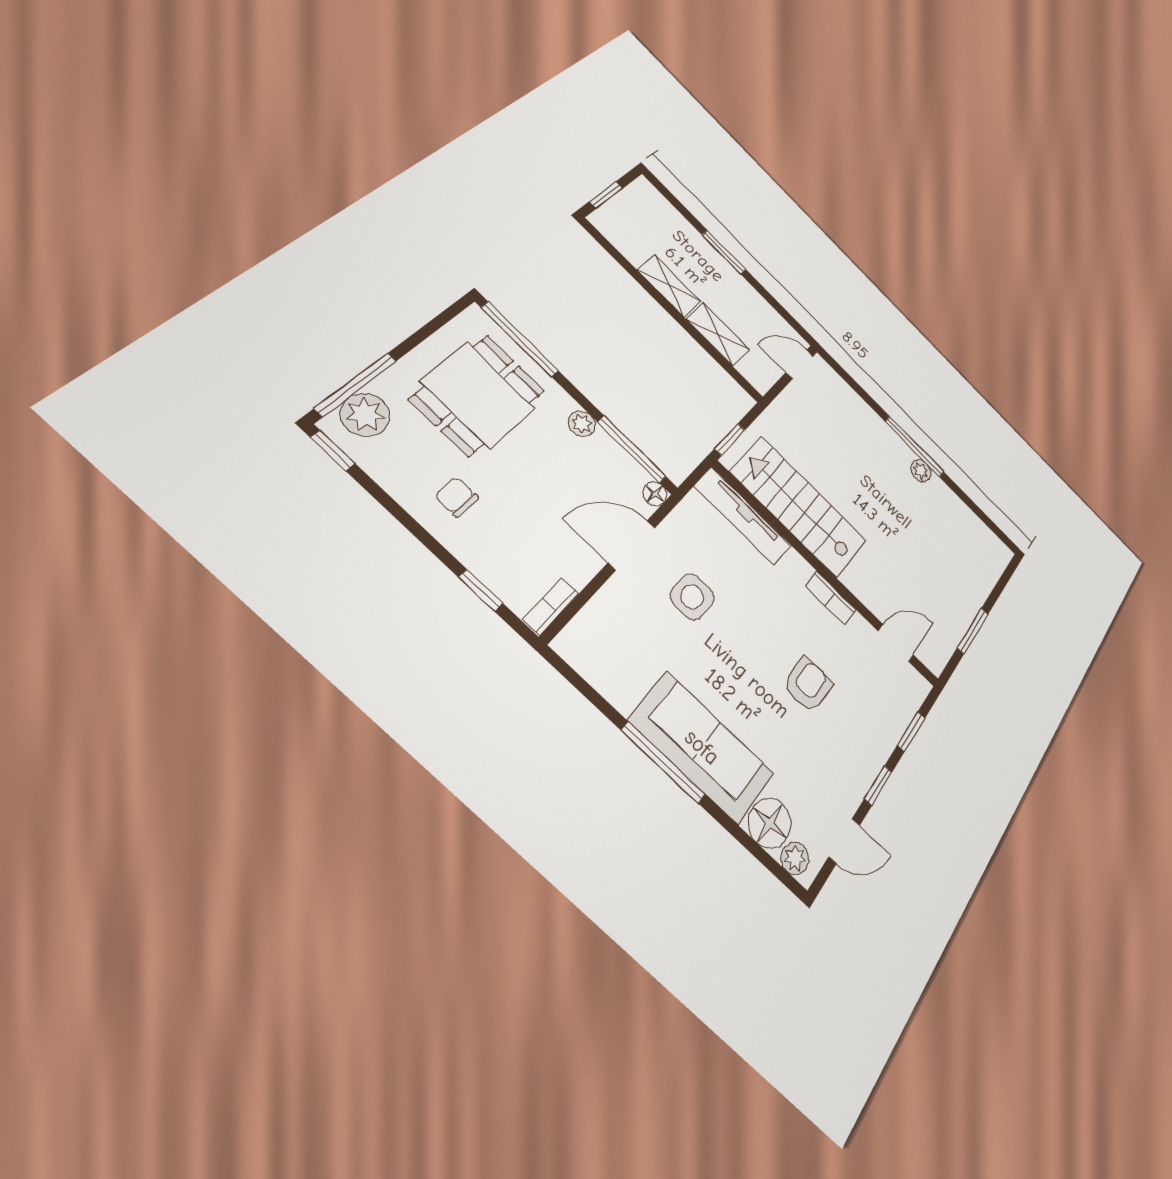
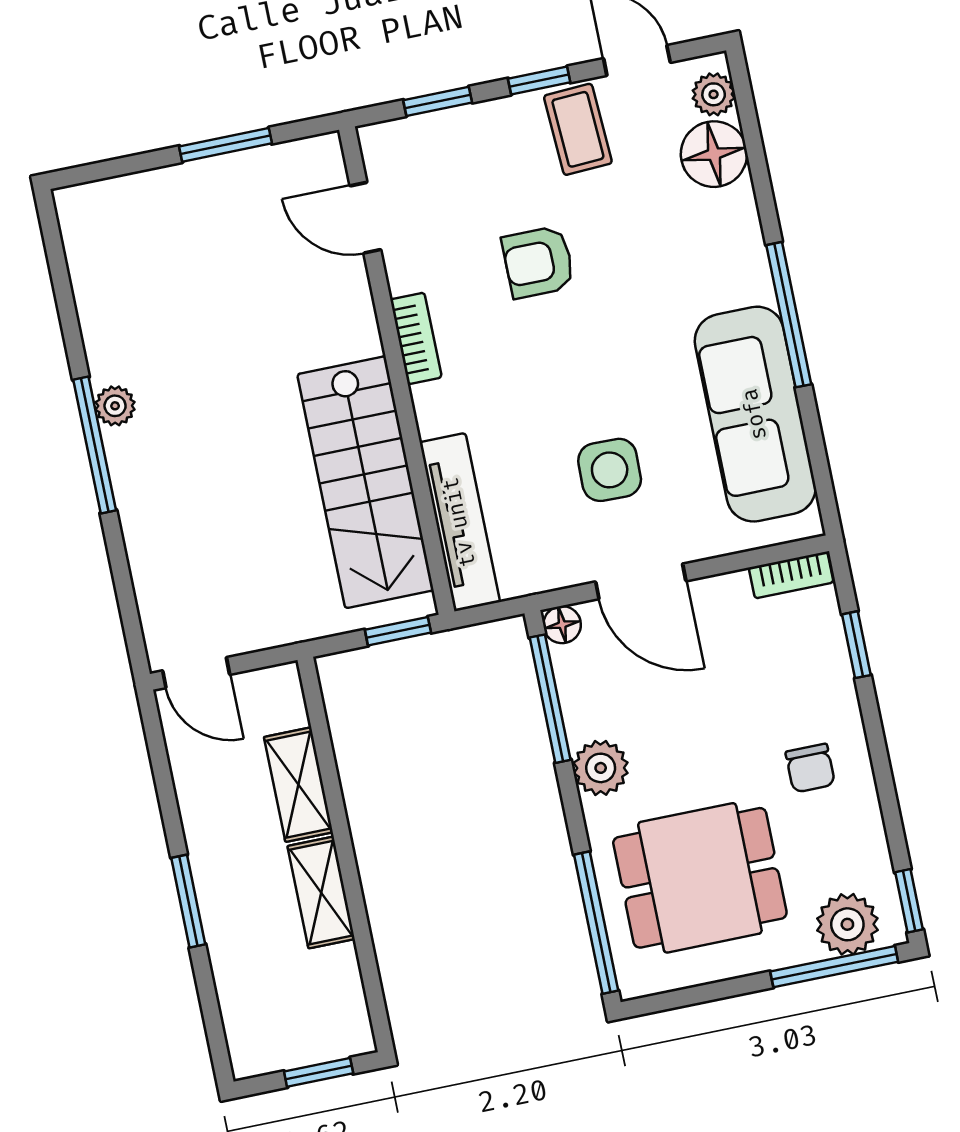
plant: (582, 424) -> (601, 768), width x1.38, depth x1.38
sofa: (702, 747) -> (755, 414), moved
coffee table: (843, 775) -> (578, 129), added

